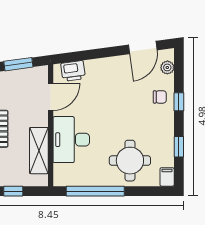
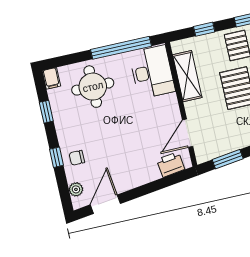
desk: (71, 140) -> (152, 72), moved

